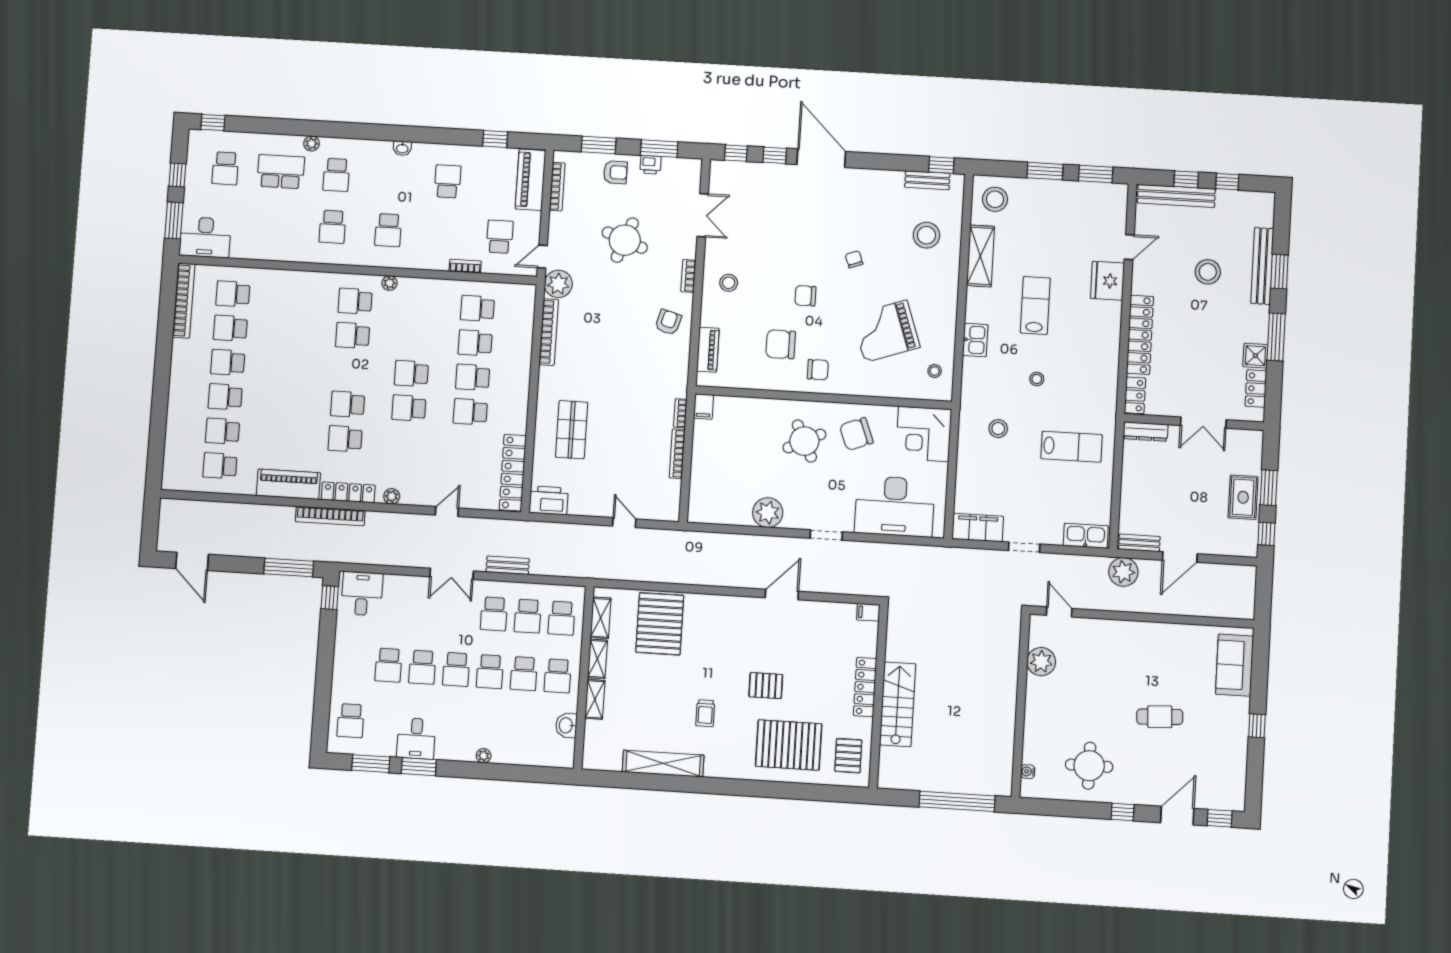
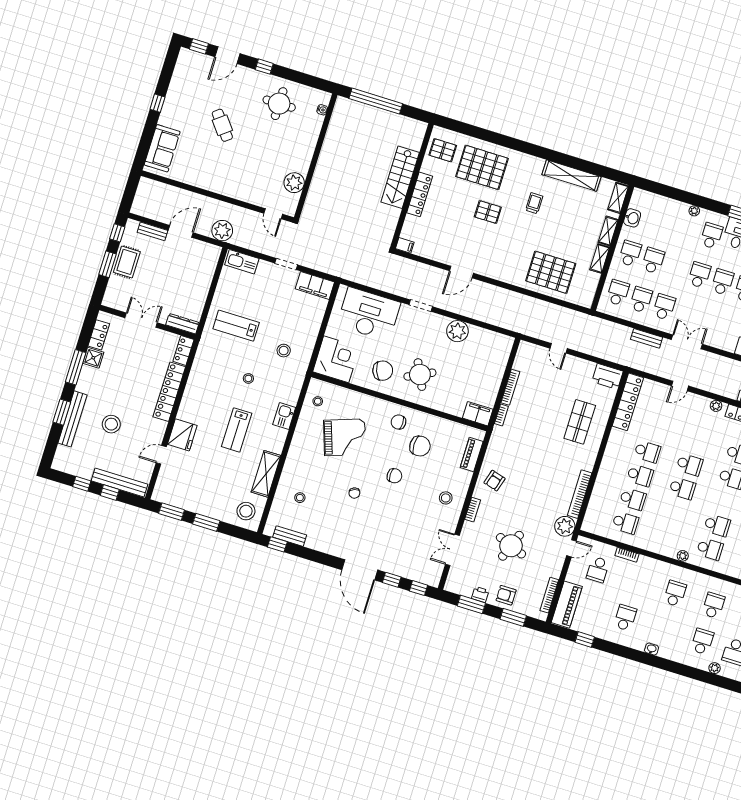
school desk: (448, 181) -> (625, 618), turned 180
stool: (926, 235) -> (300, 498), width x0.53, depth x0.53
filing cabinet: (704, 407) -> (478, 414), width x2.00
bench: (1139, 543) -> (153, 231), moved
shelving: (601, 618) -> (618, 198), moved
pallet: (660, 624) -> (551, 272), turned 90
school desk: (490, 672) -> (711, 236), moved
cafe table: (1160, 717) -> (222, 125), turned 55
pallet: (848, 756) -> (443, 150), turned 90

